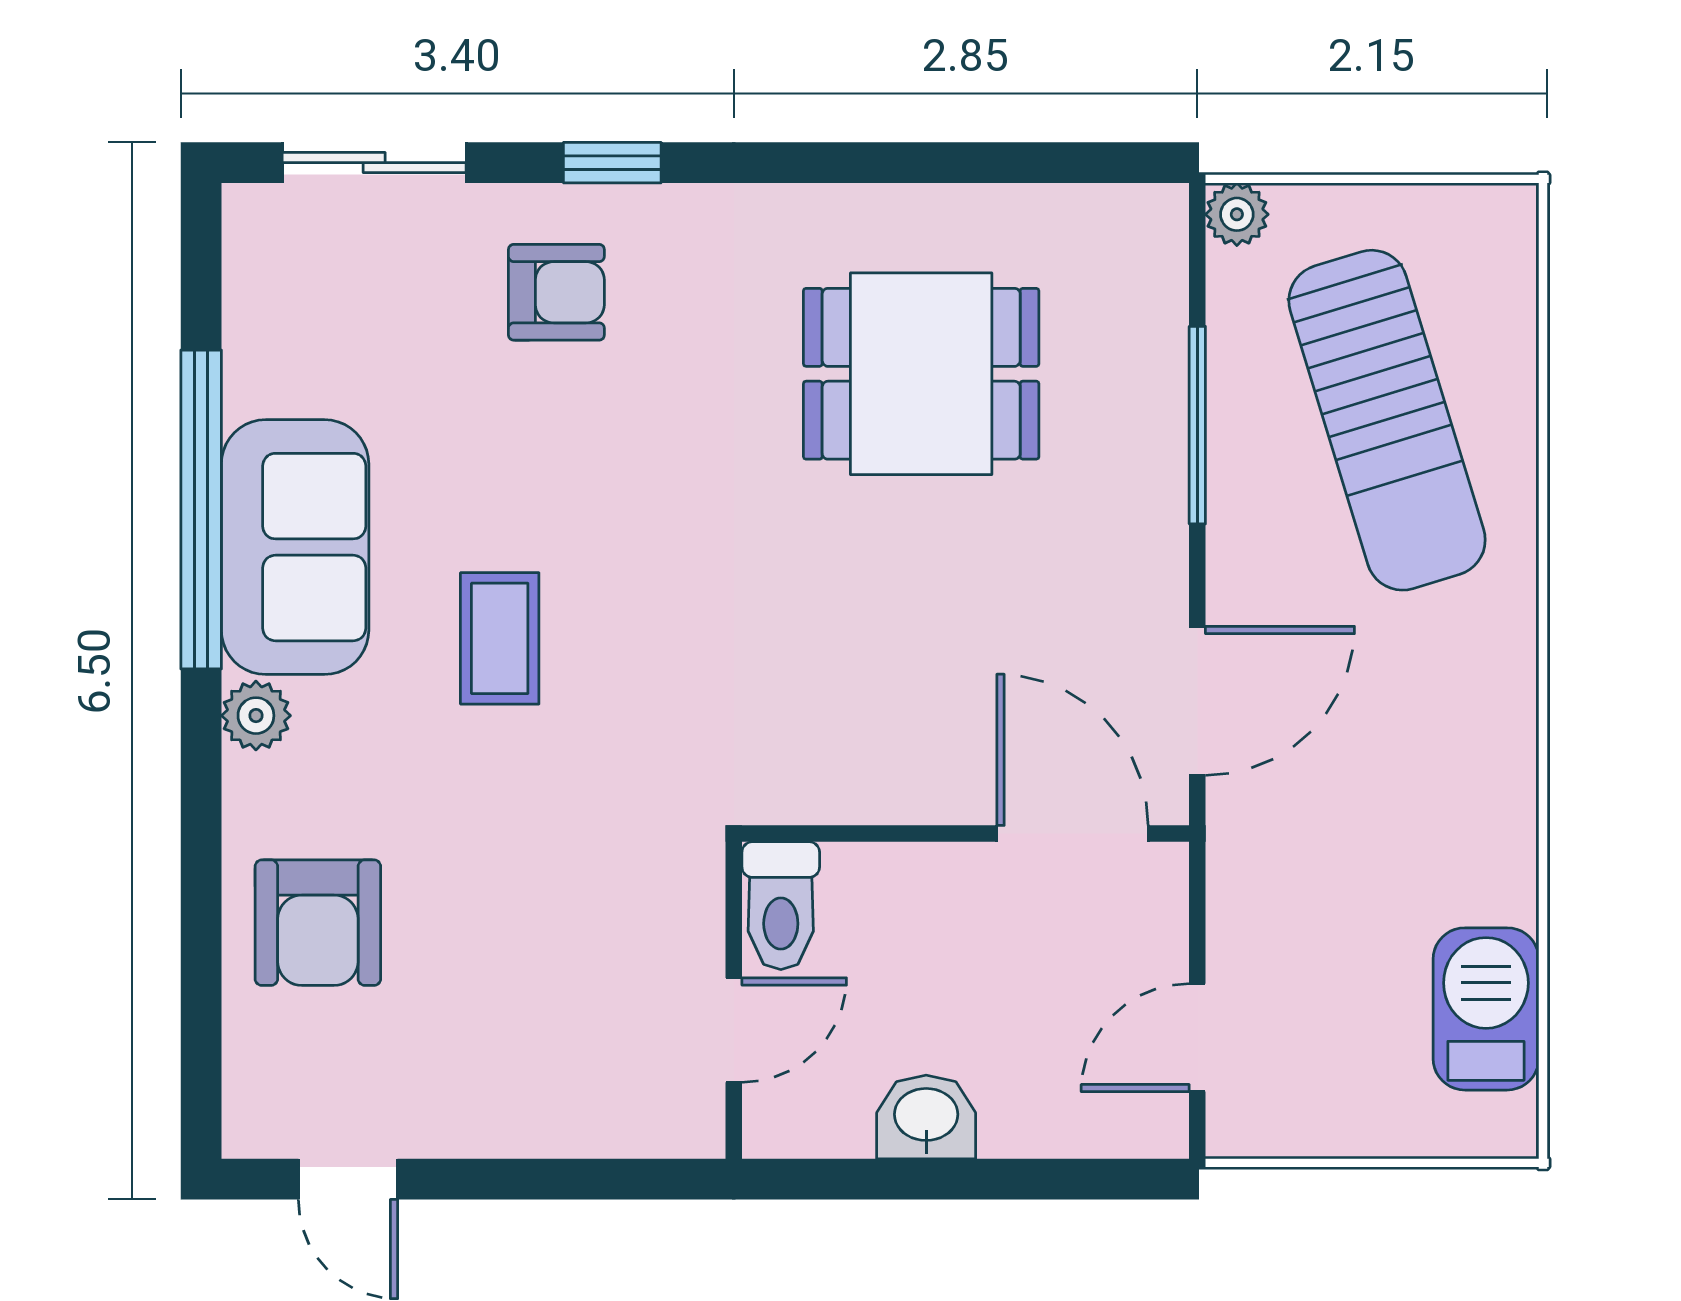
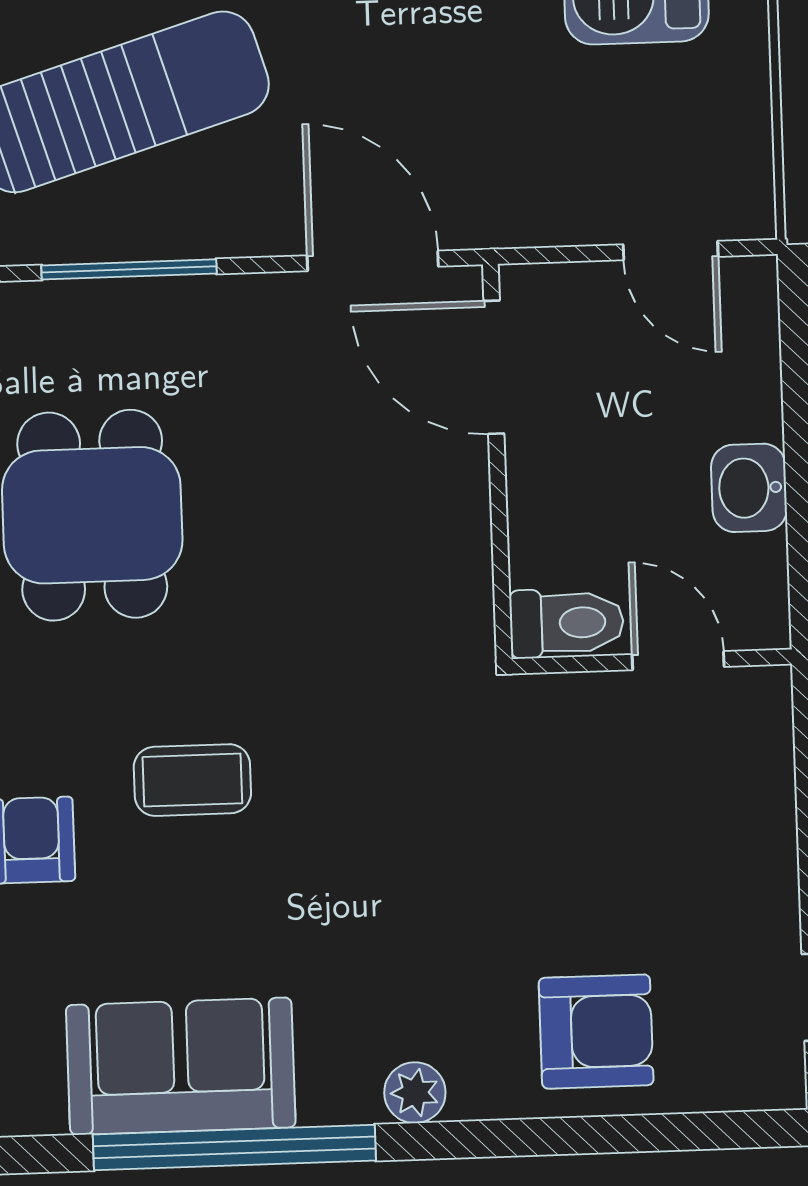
sofa: (295, 547) -> (181, 1066), moved
coffee table: (500, 638) -> (192, 780), moved
door: (1072, 834) -> (494, 367), hinge flipped

